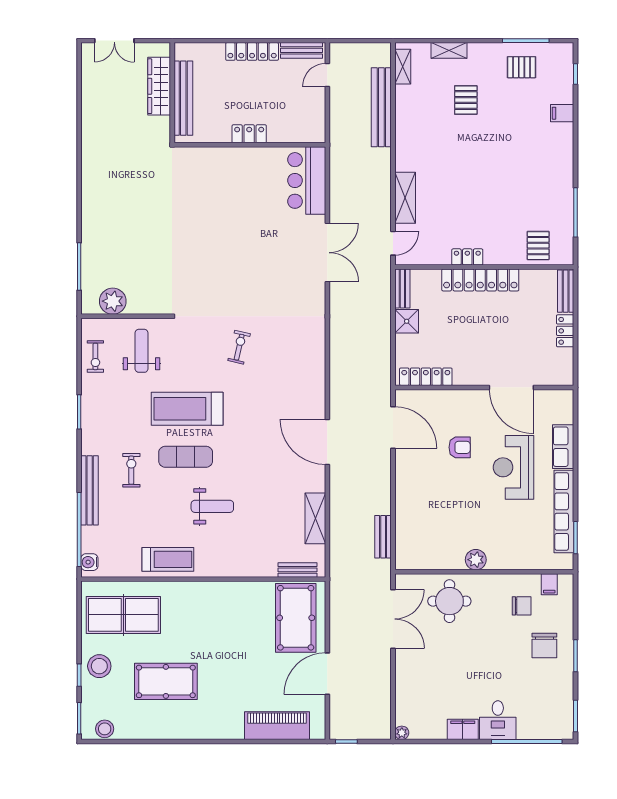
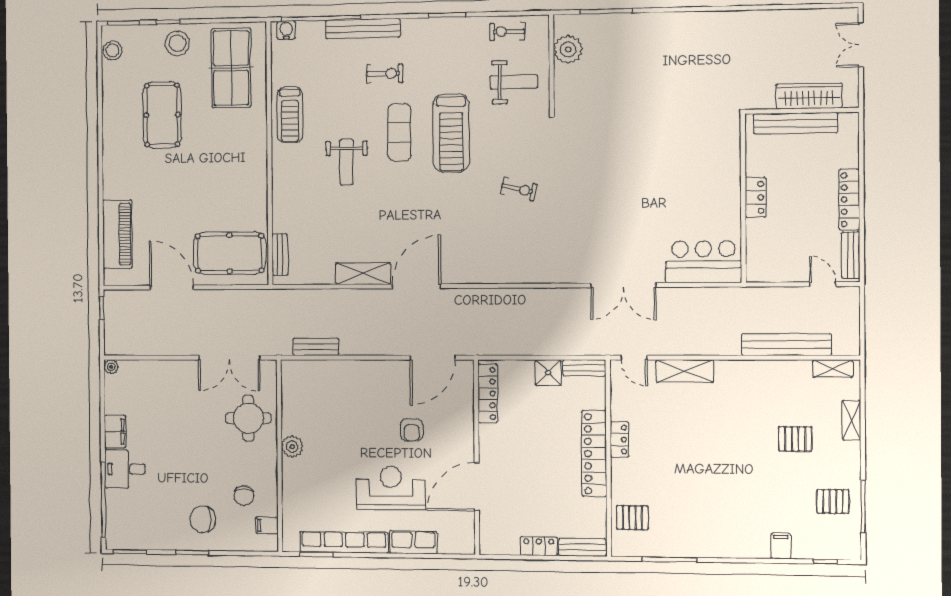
pallet: (522, 67) -> (833, 501), turned 90
treadmill: (187, 409) -> (451, 133), turned 180
shelving: (315, 518) -> (363, 273), moved

